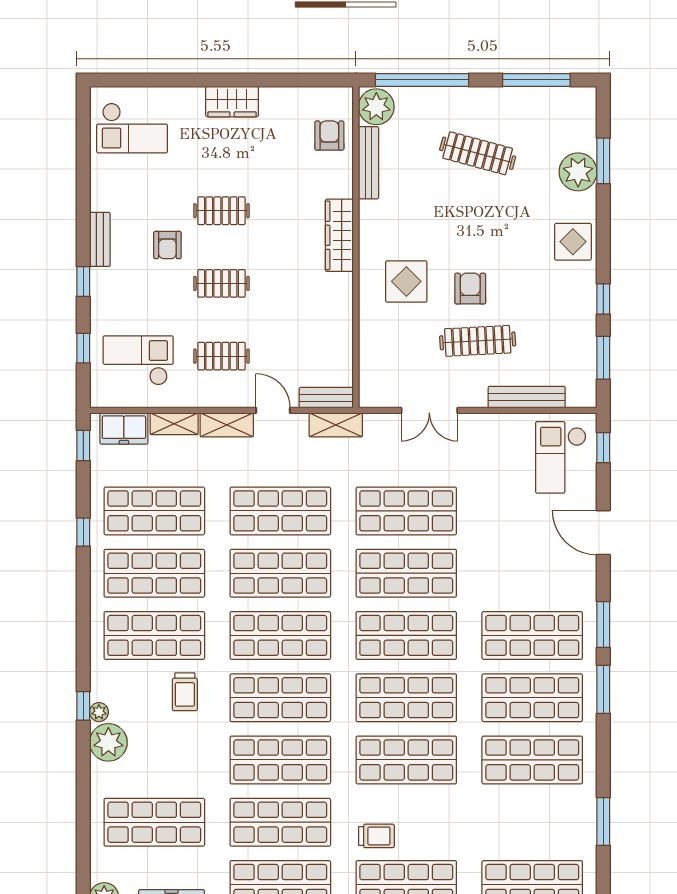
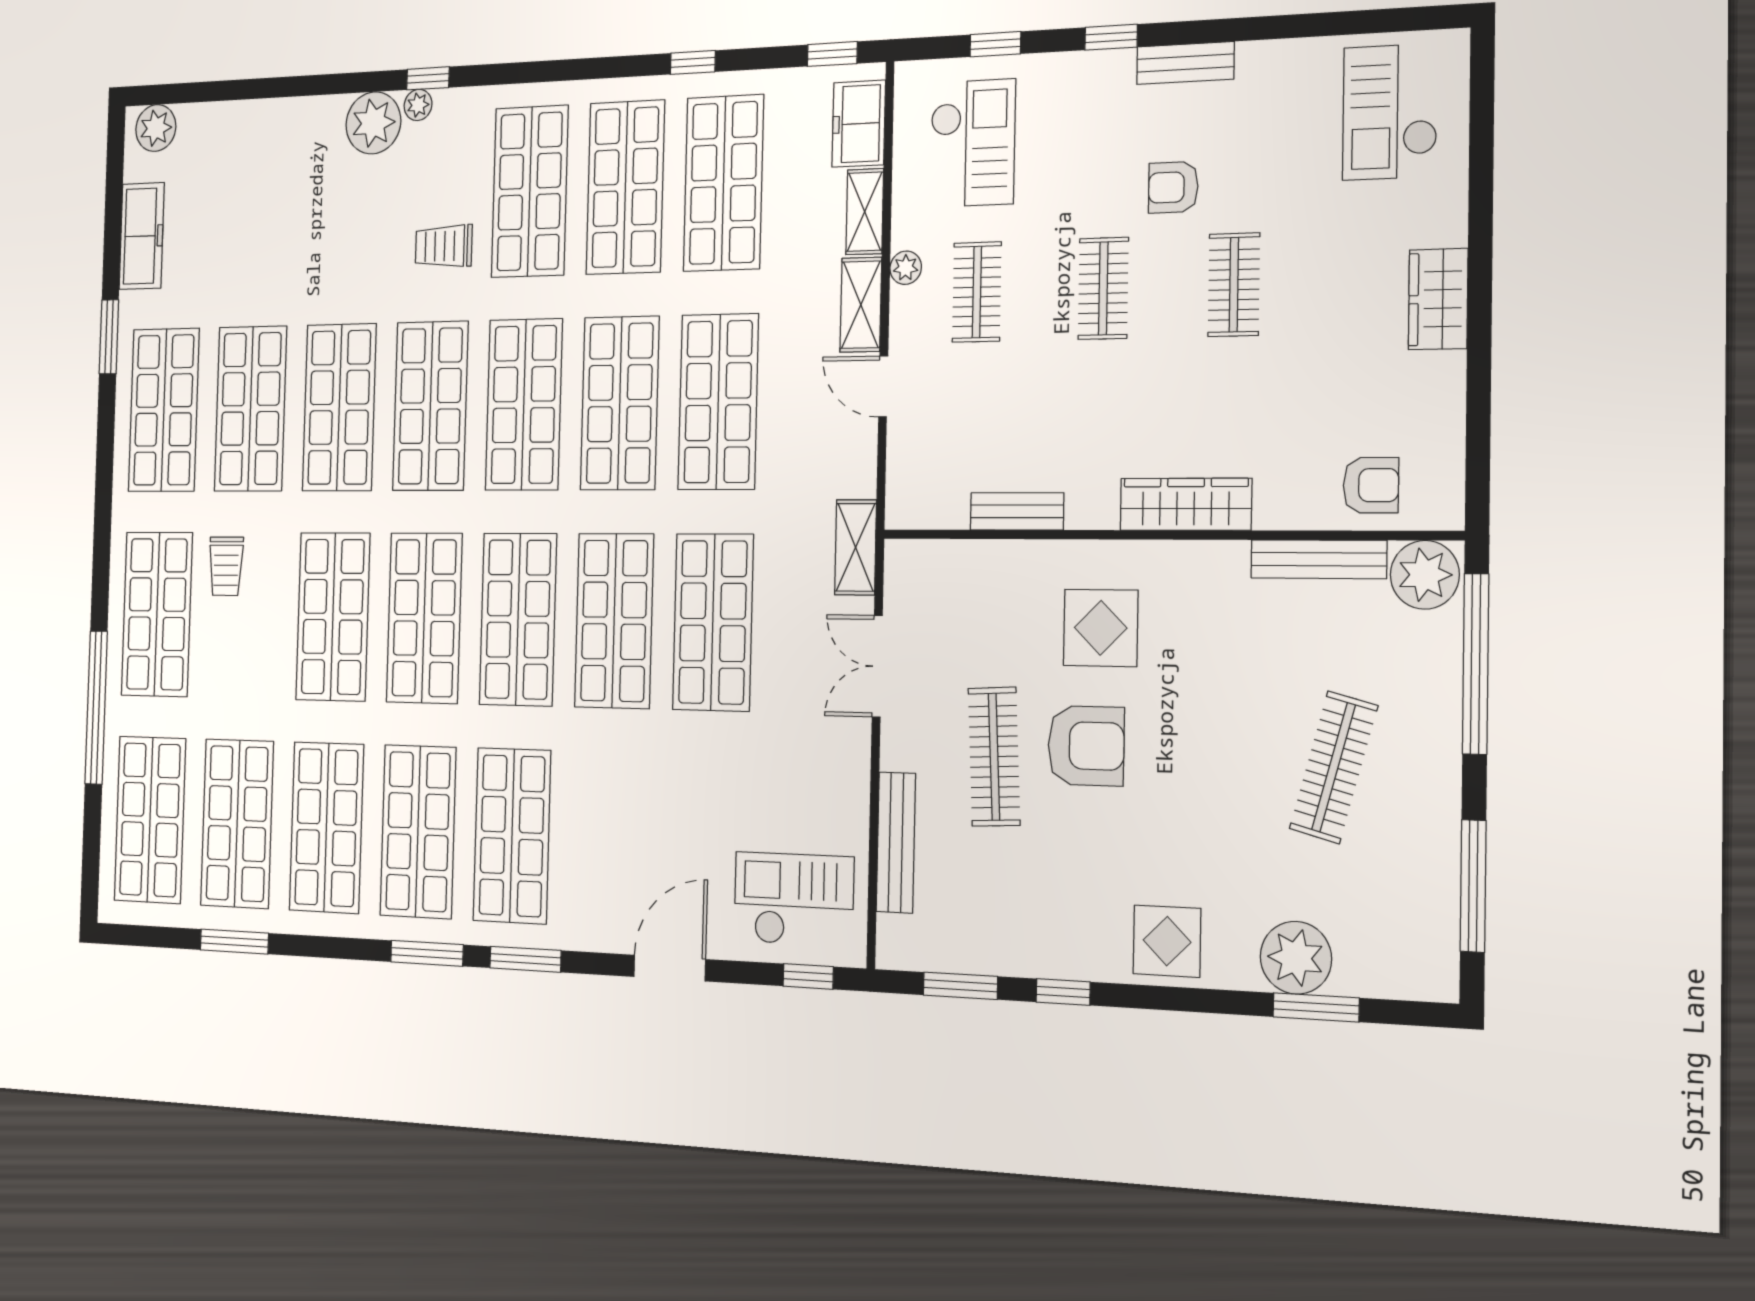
armchair: (470, 289) -> (1086, 746), width x1.38, depth x1.38
plant: (207, 398) -> (906, 268), added
bench: (326, 398) -> (1017, 511), moved, turned 90
door: (273, 410) -> (883, 386), swing flipped
shelving: (336, 425) -> (856, 547), moved
shop shelf: (154, 822) -> (237, 823), moved

